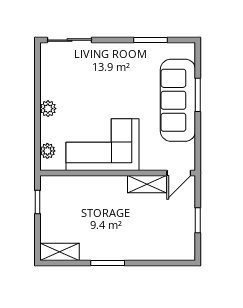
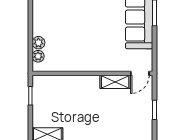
plant: (48, 109) -> (38, 43), moved
corner sofa: (103, 145) -> (81, 51), removed

